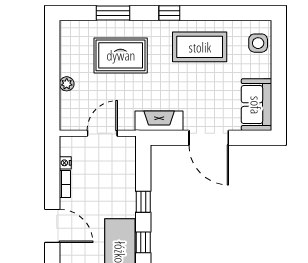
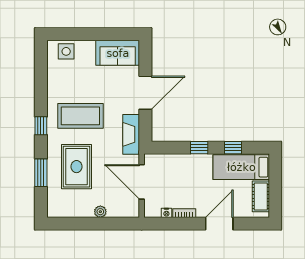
coffee table: (200, 47) -> (80, 116), moved, turned 90
door: (102, 133) -> (142, 182), width x1.36

